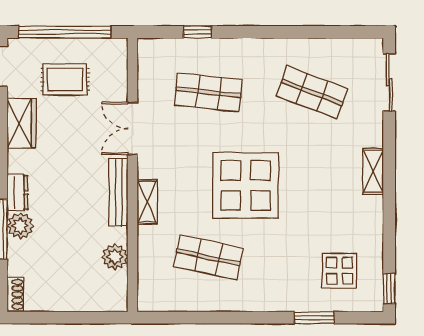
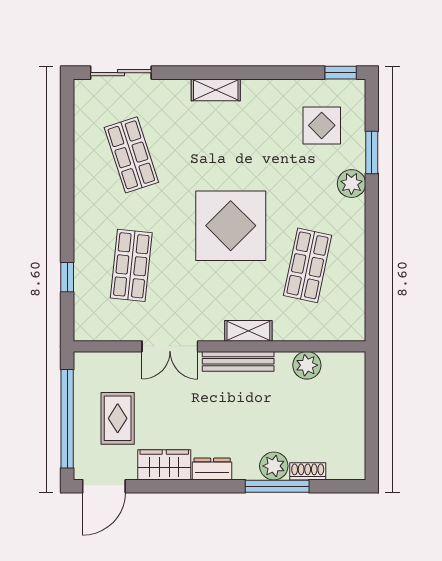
shop shelf: (312, 92) -> (131, 155), turned -39
dresser: (18, 192) -> (212, 469), moved
shoe rack: (15, 294) -> (308, 471), moved
plant: (285, 299) -> (351, 184), added

